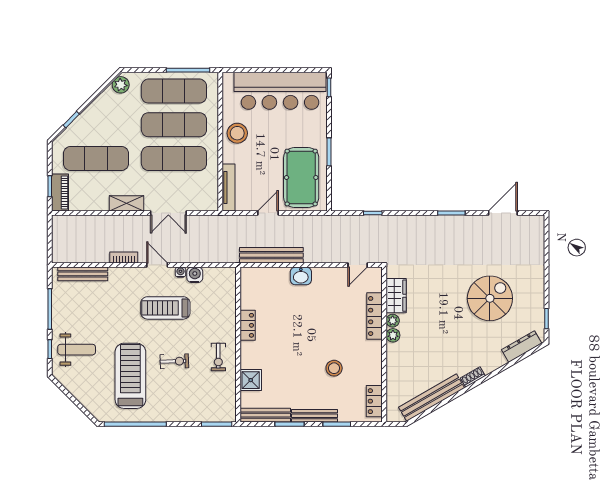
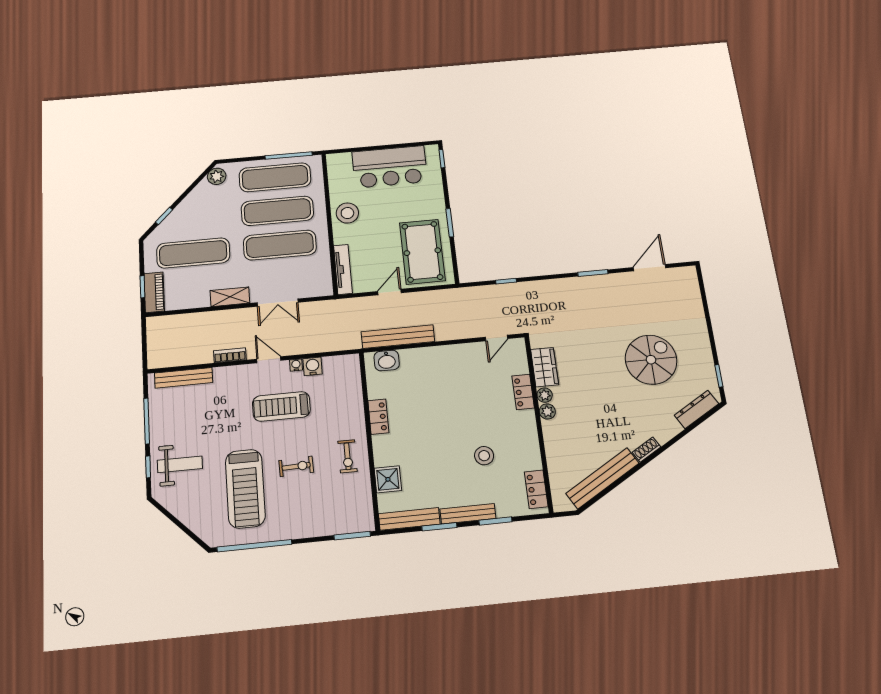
bar counter: (280, 91) -> (390, 167), width x0.73
washbasin: (301, 276) -> (387, 360), moved
locker: (374, 316) -> (523, 392), width x0.66
treadmill: (130, 376) -> (245, 489), turned 180

